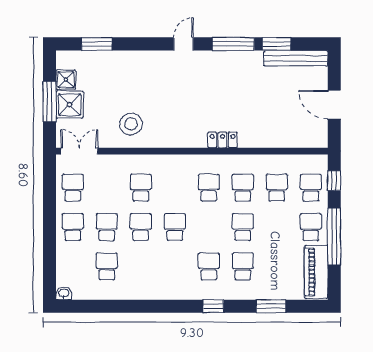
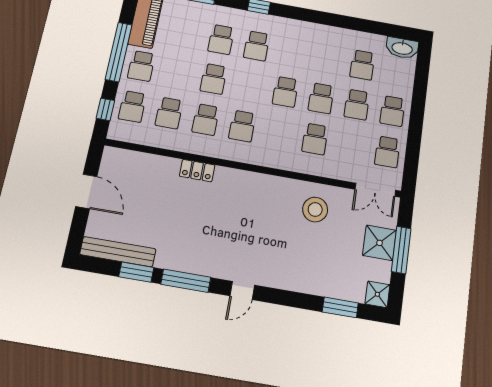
shower: (66, 80) -> (377, 294), moved
locker: (223, 140) -> (197, 171), moved
washbasin: (64, 293) -> (402, 48), width x1.91, depth x1.45

